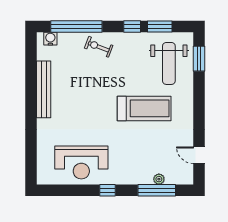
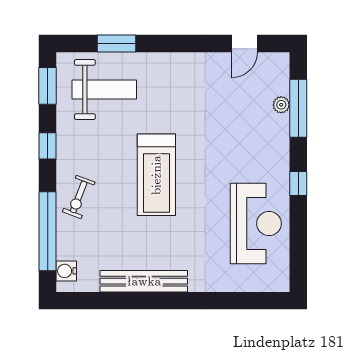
window: (160, 26) -> (48, 86), moved
window: (199, 59) -> (117, 43), moved
treadmill: (144, 108) -> (156, 175), moved, turned 180

